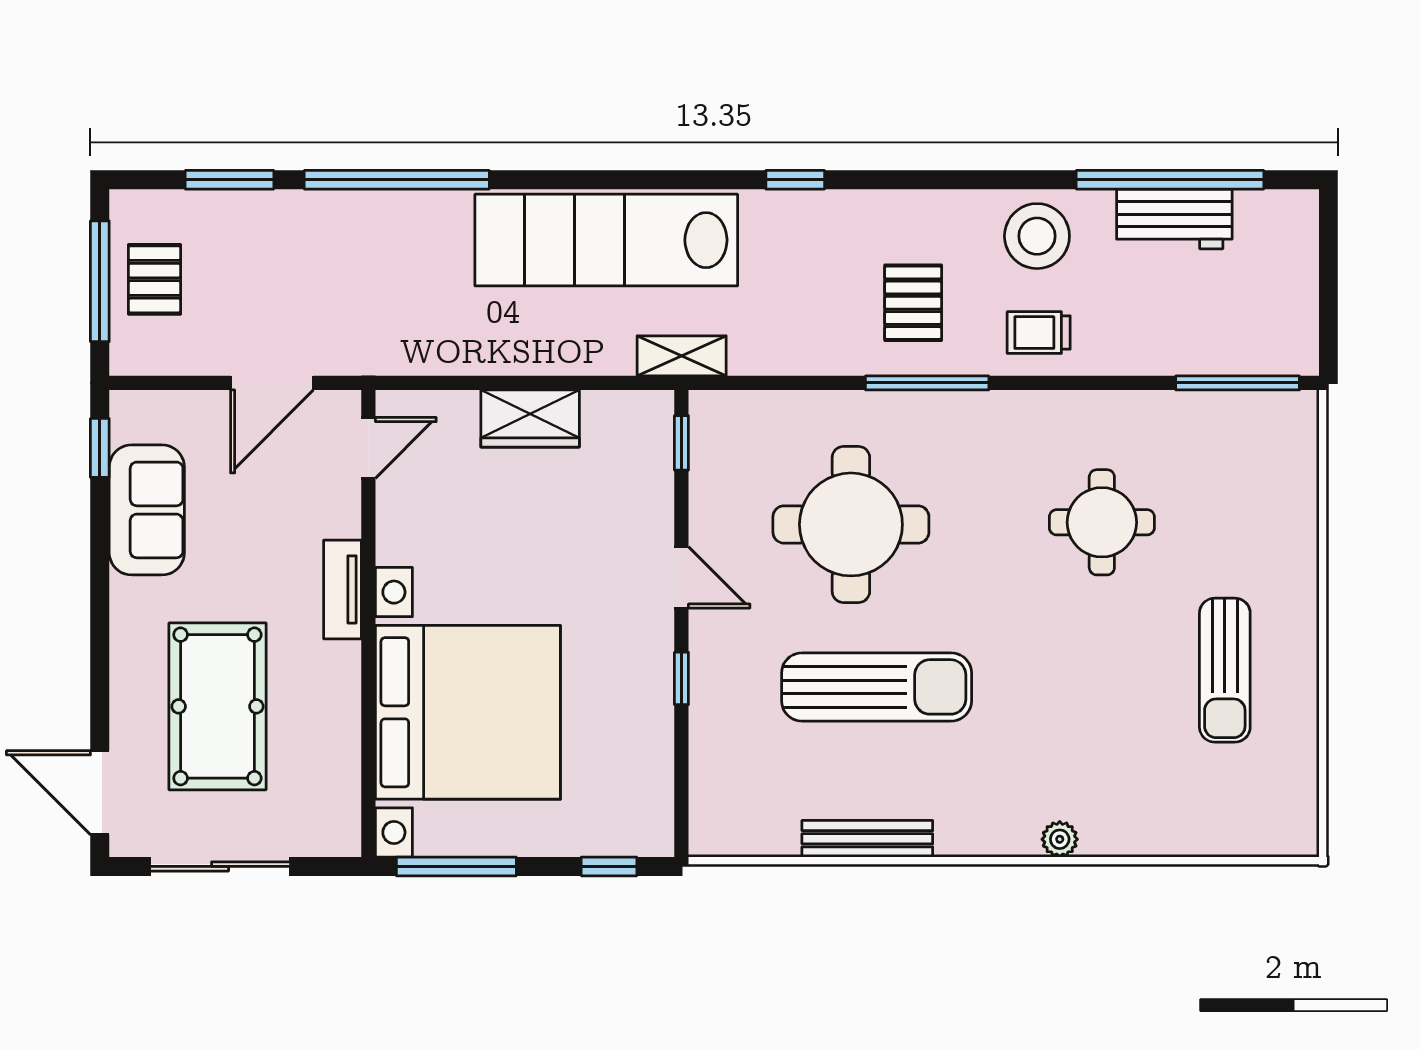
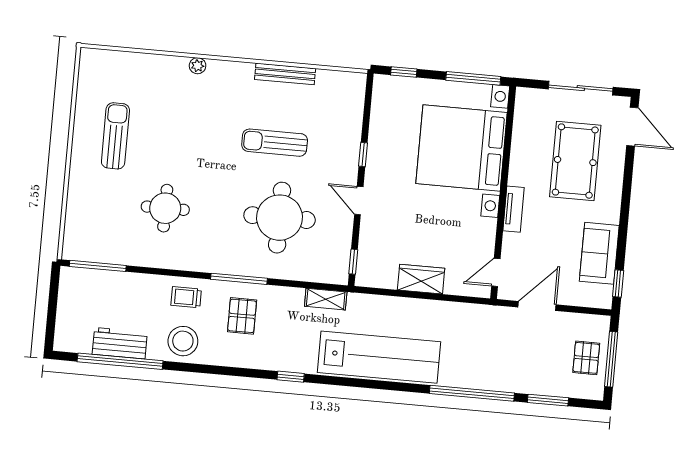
trolley: (1039, 333) -> (186, 297), turned 180
shelving: (682, 356) -> (326, 299), moved
sun lounger: (877, 687) -> (275, 143), width x0.73, depth x0.75

